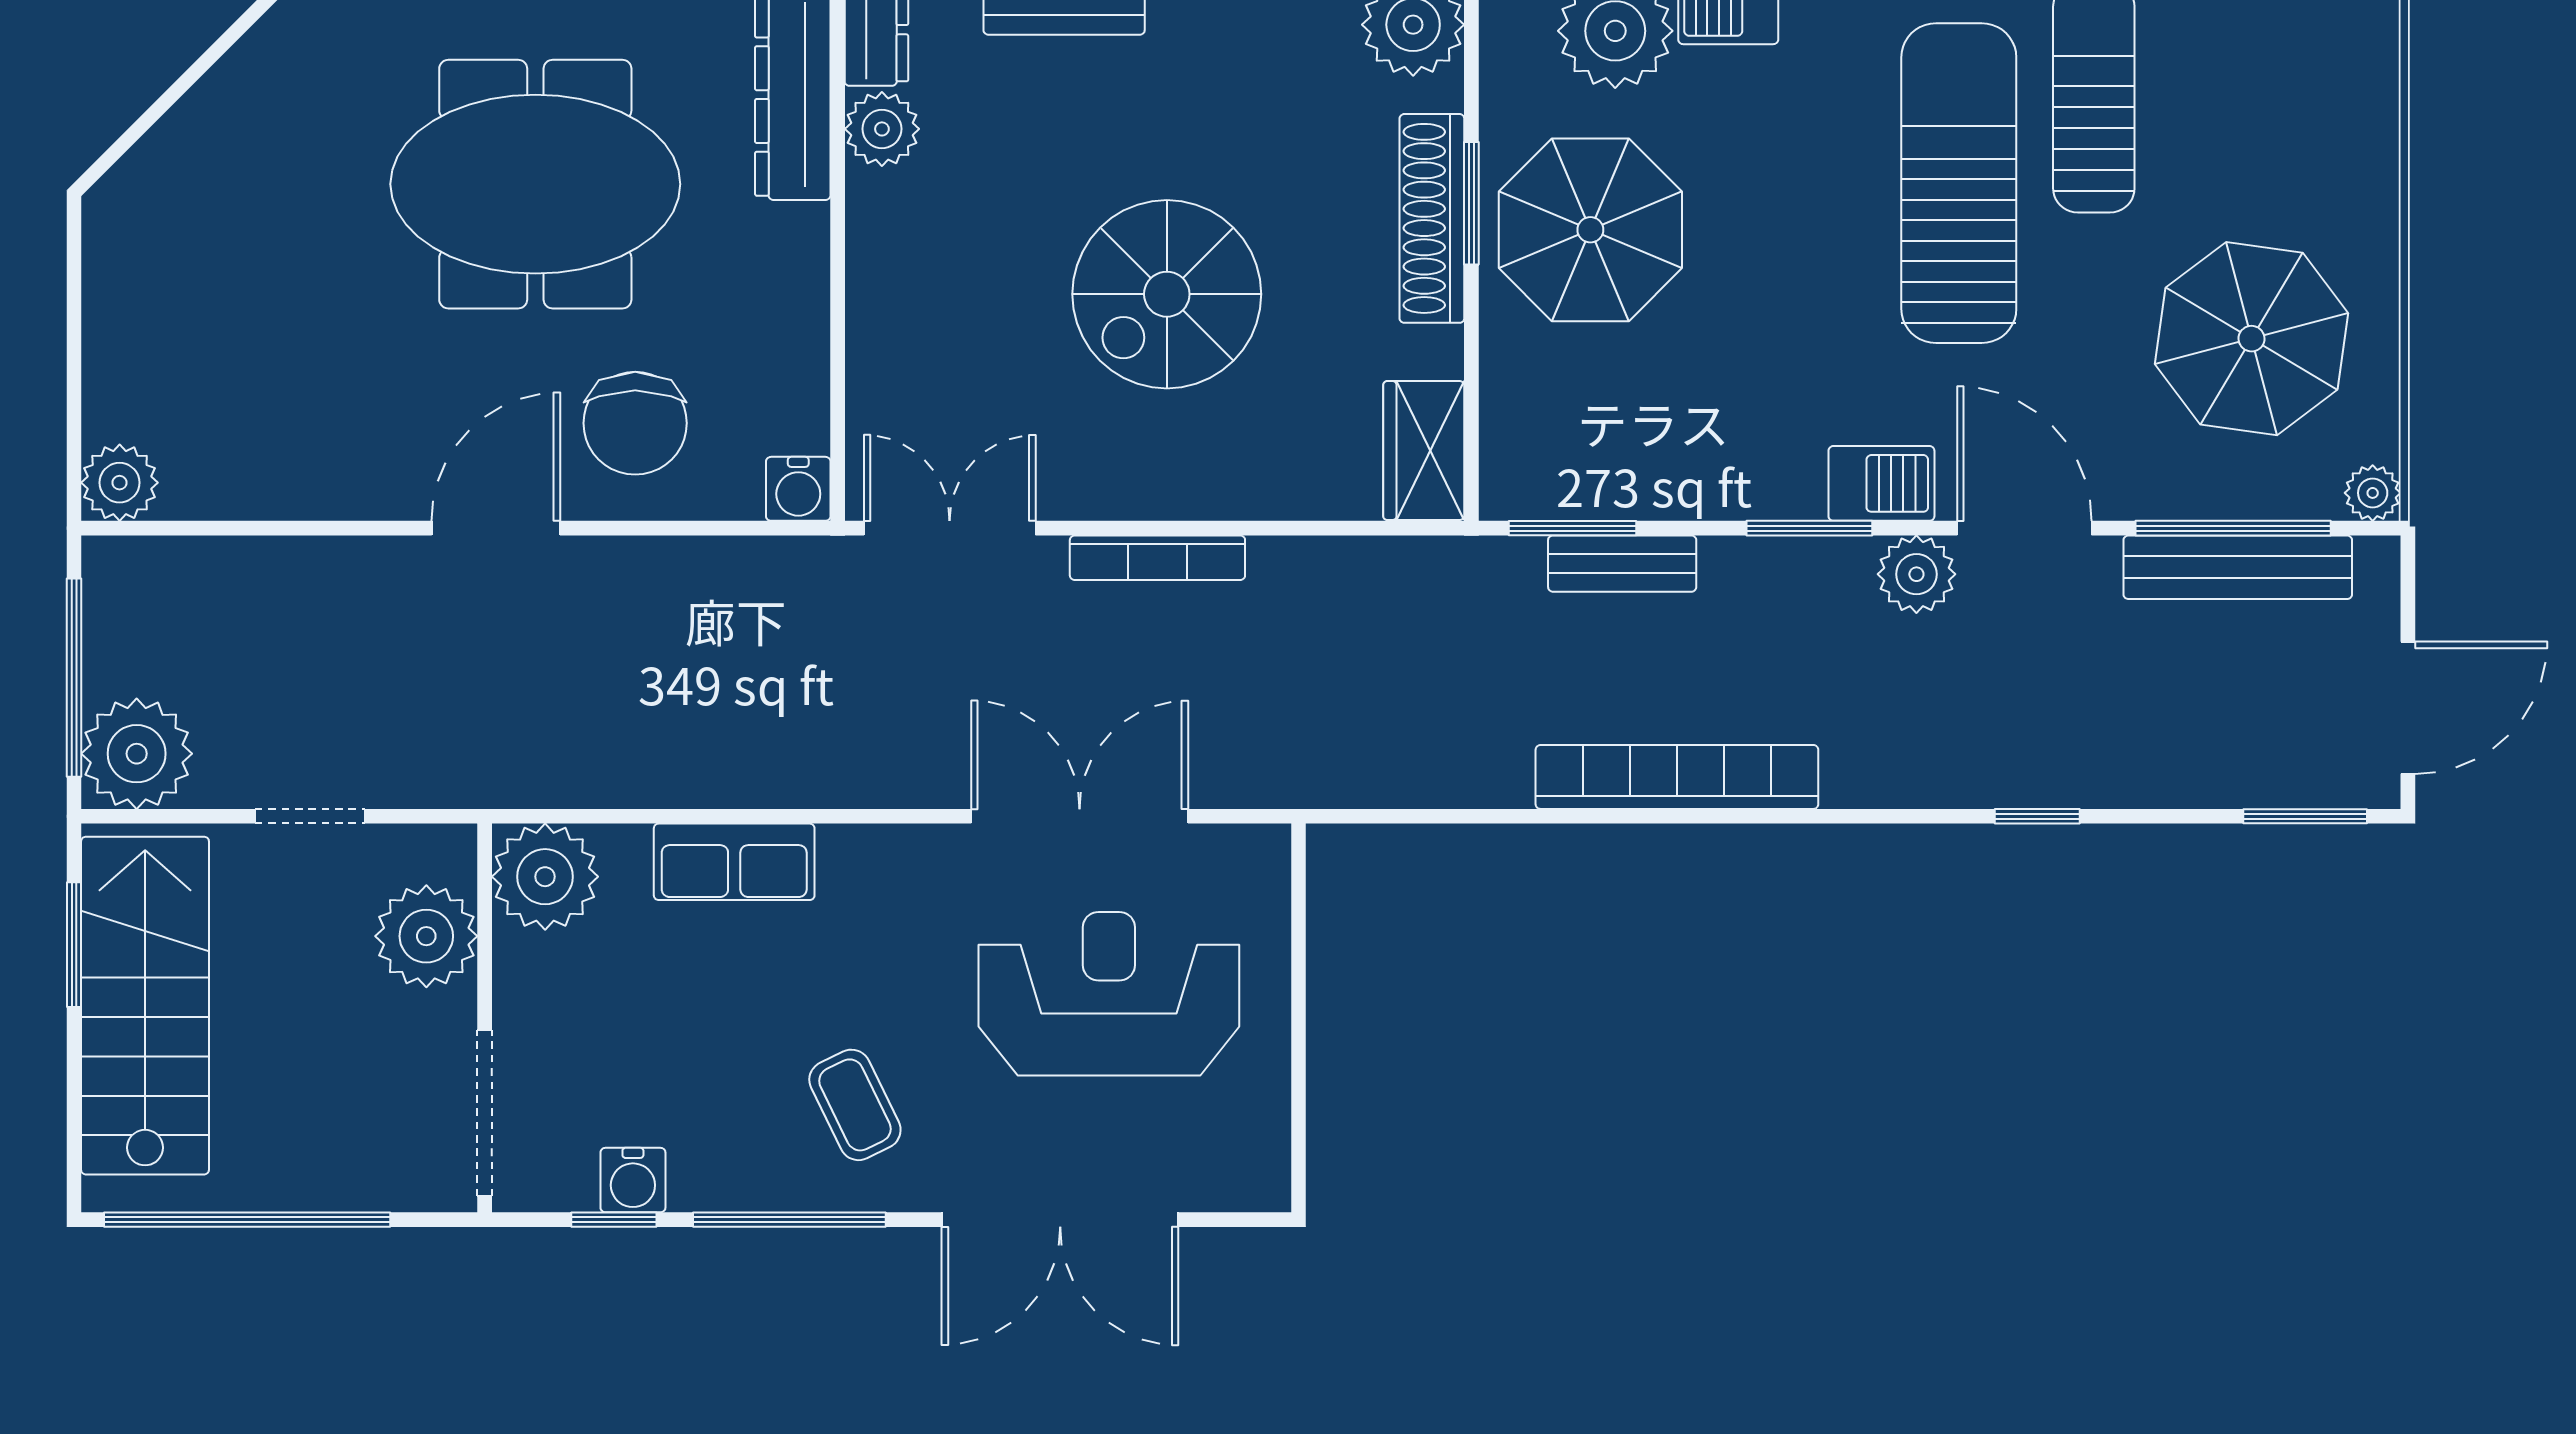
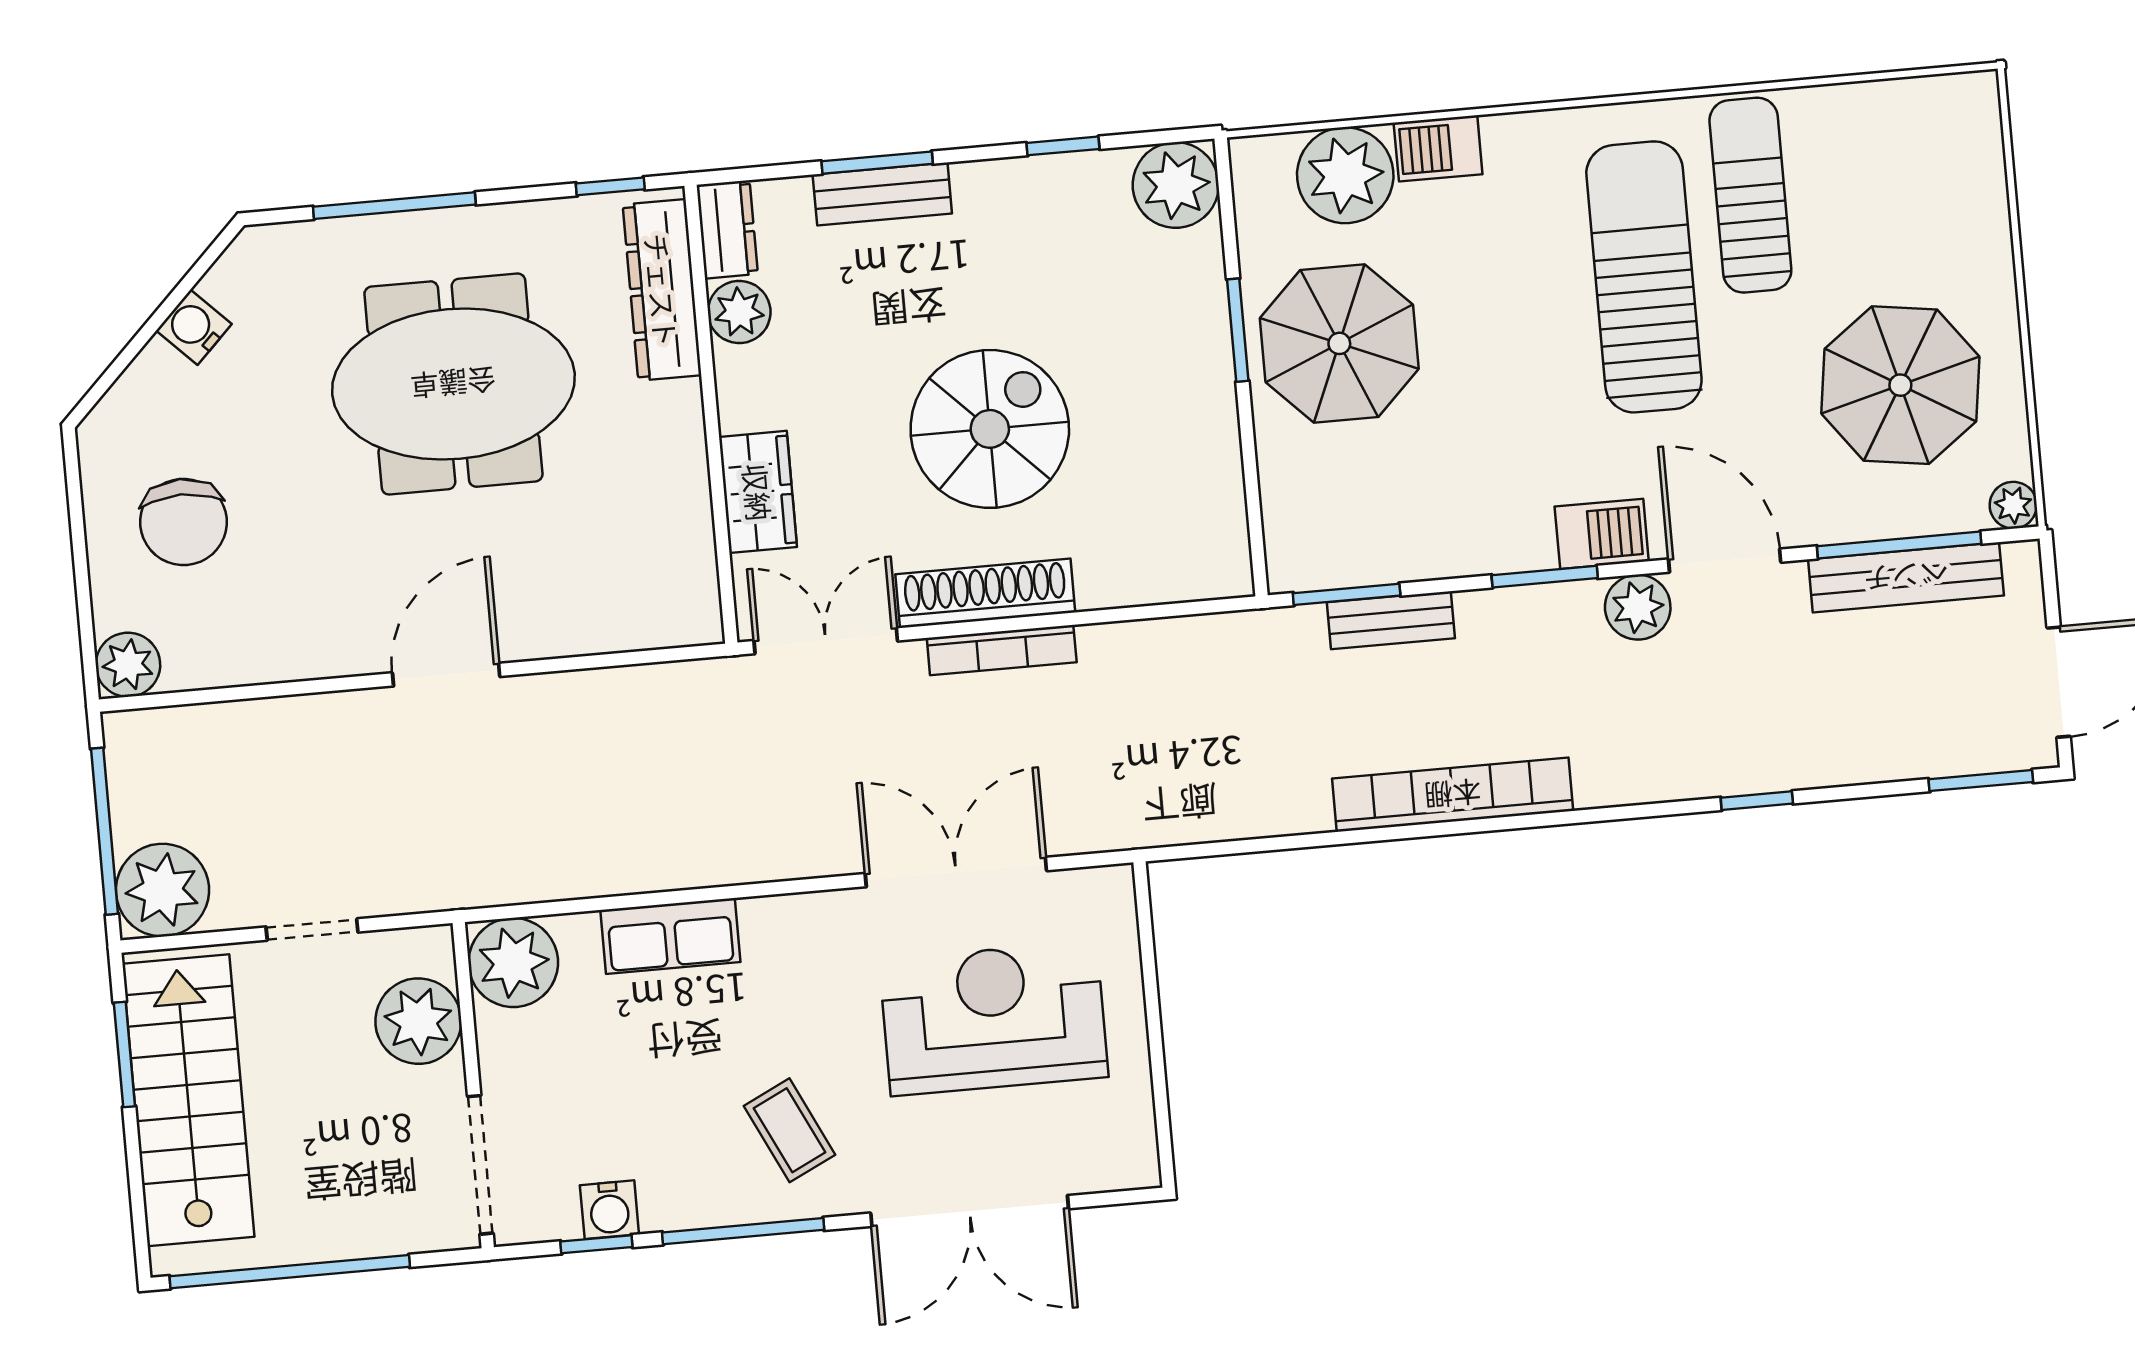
shoe rack: (1432, 218) -> (985, 593), moved, turned 90
spiral stairs: (1167, 294) -> (990, 429), turned 180
chair: (635, 423) -> (183, 522), moved
wardrobe: (1424, 451) -> (758, 492), moved, turned 180
water cooler: (798, 489) -> (194, 327), moved, turned 135

